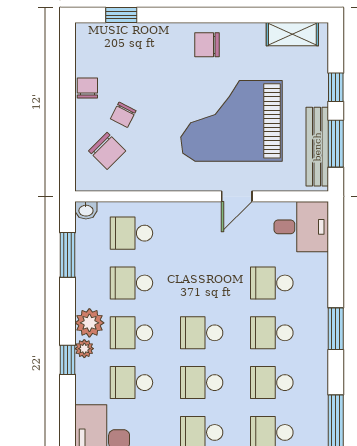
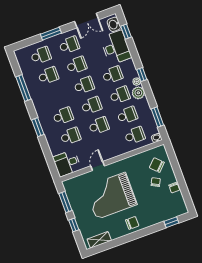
grand piano: (231, 121) -> (111, 196), turned 180
bench: (317, 147) -> (72, 198), removed
school desk: (272, 383) -> (99, 126), moved

